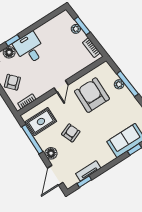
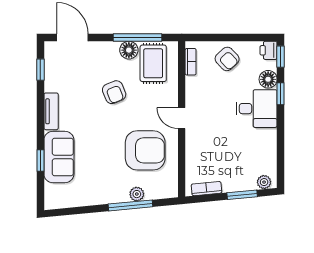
plant: (76, 29) -> (264, 182), moved
floor lamp: (51, 153) -> (129, 50), moved
tv unit: (88, 171) -> (51, 111), moved

